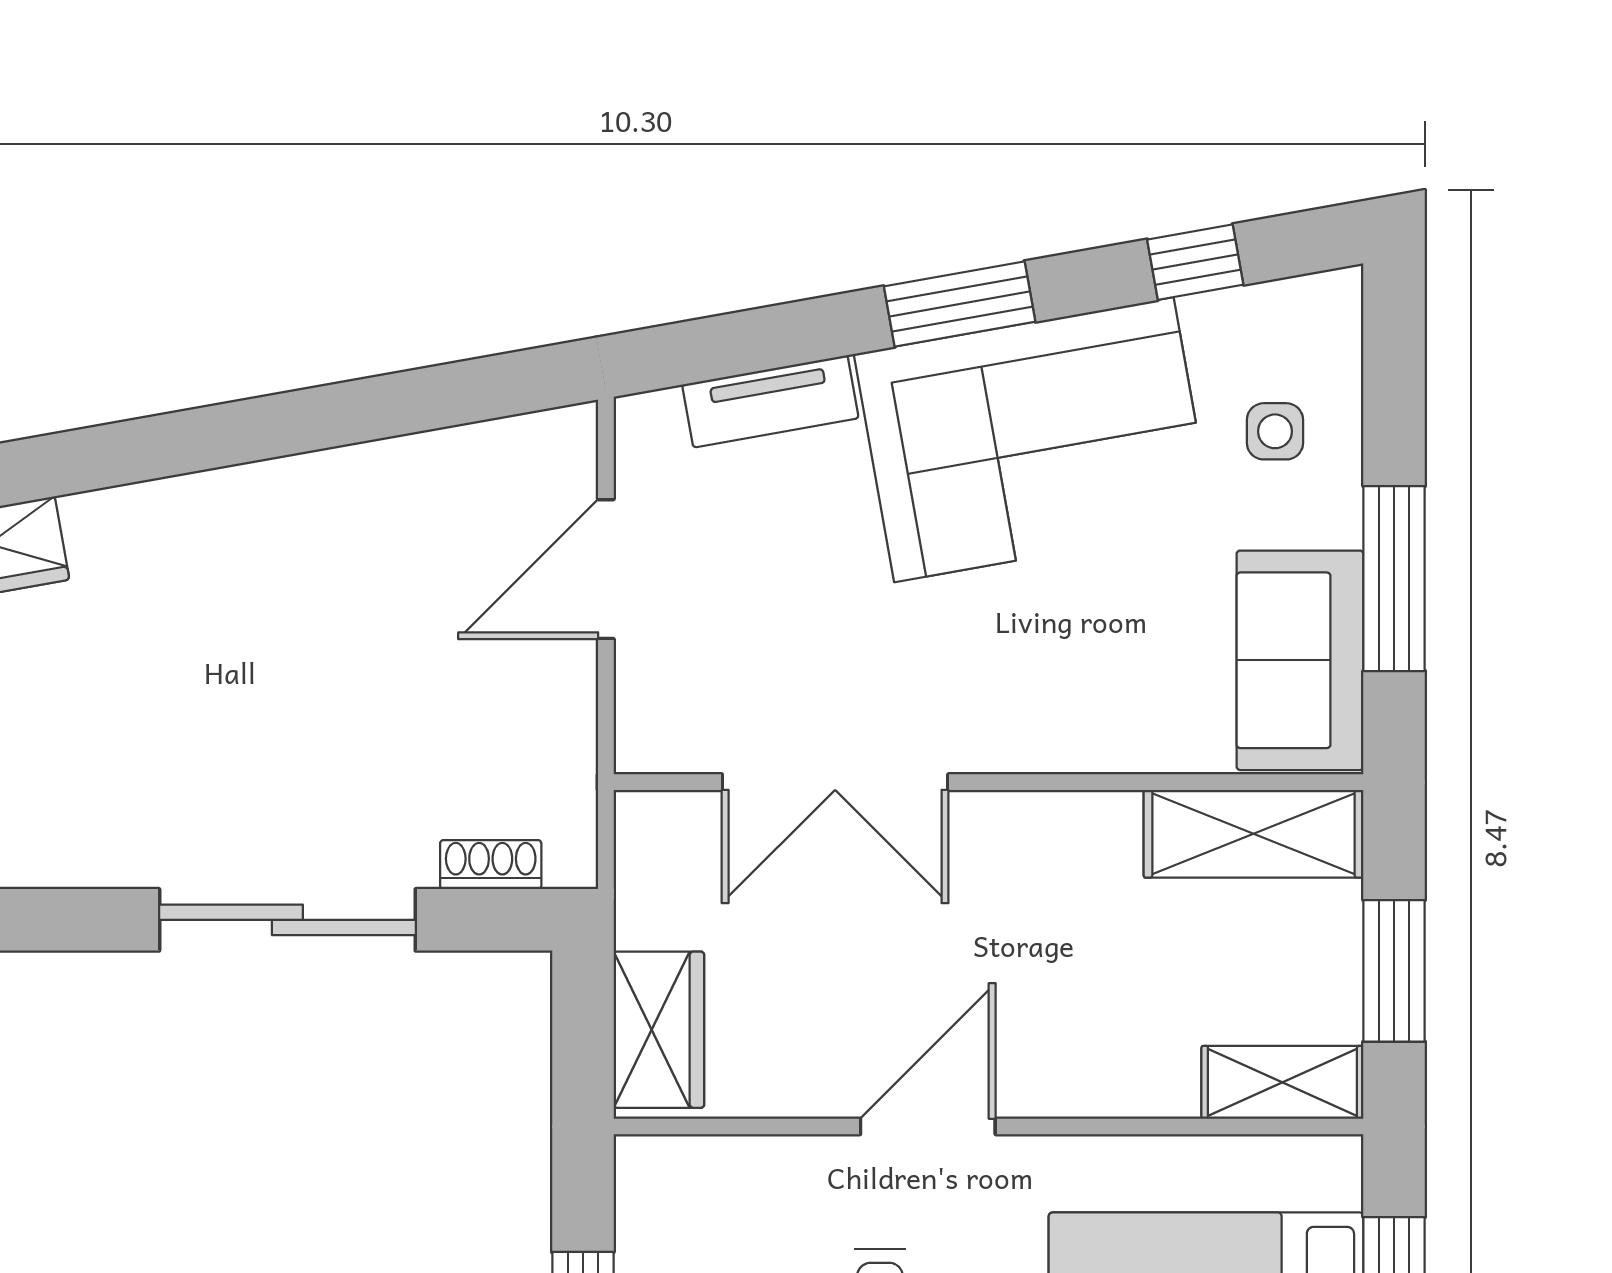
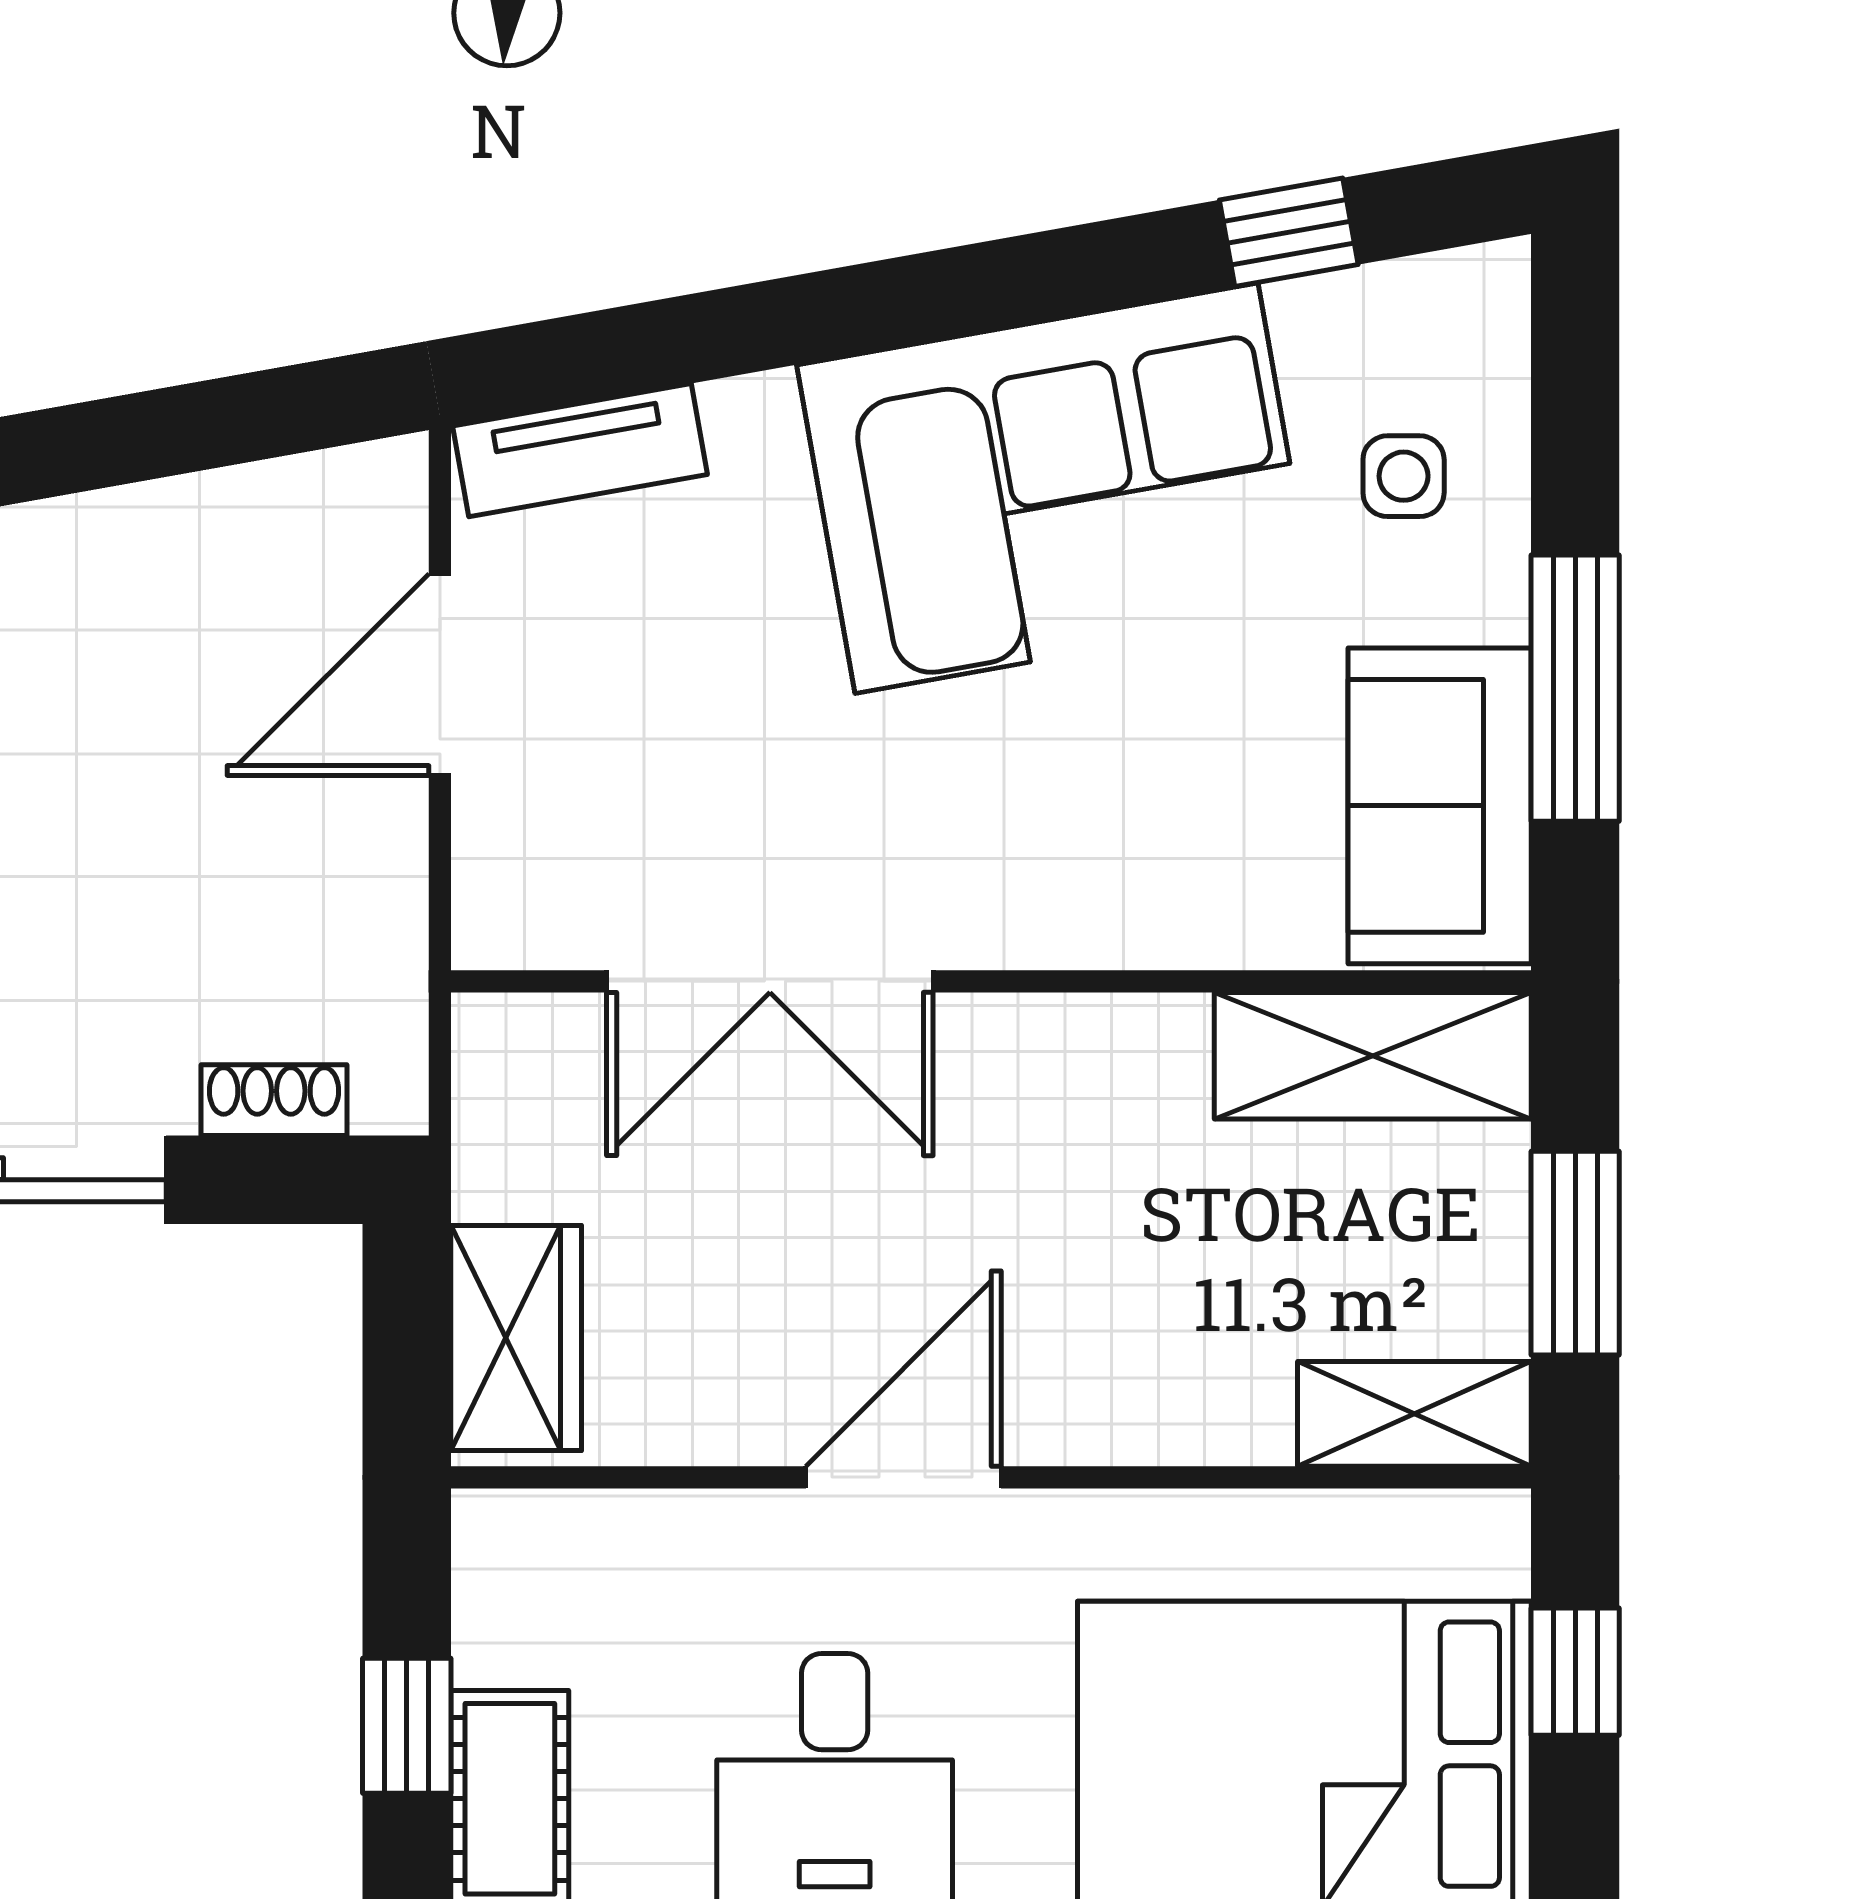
window: (960, 304) -> (949, 293), removed
tv unit: (770, 401) -> (580, 450), moved

